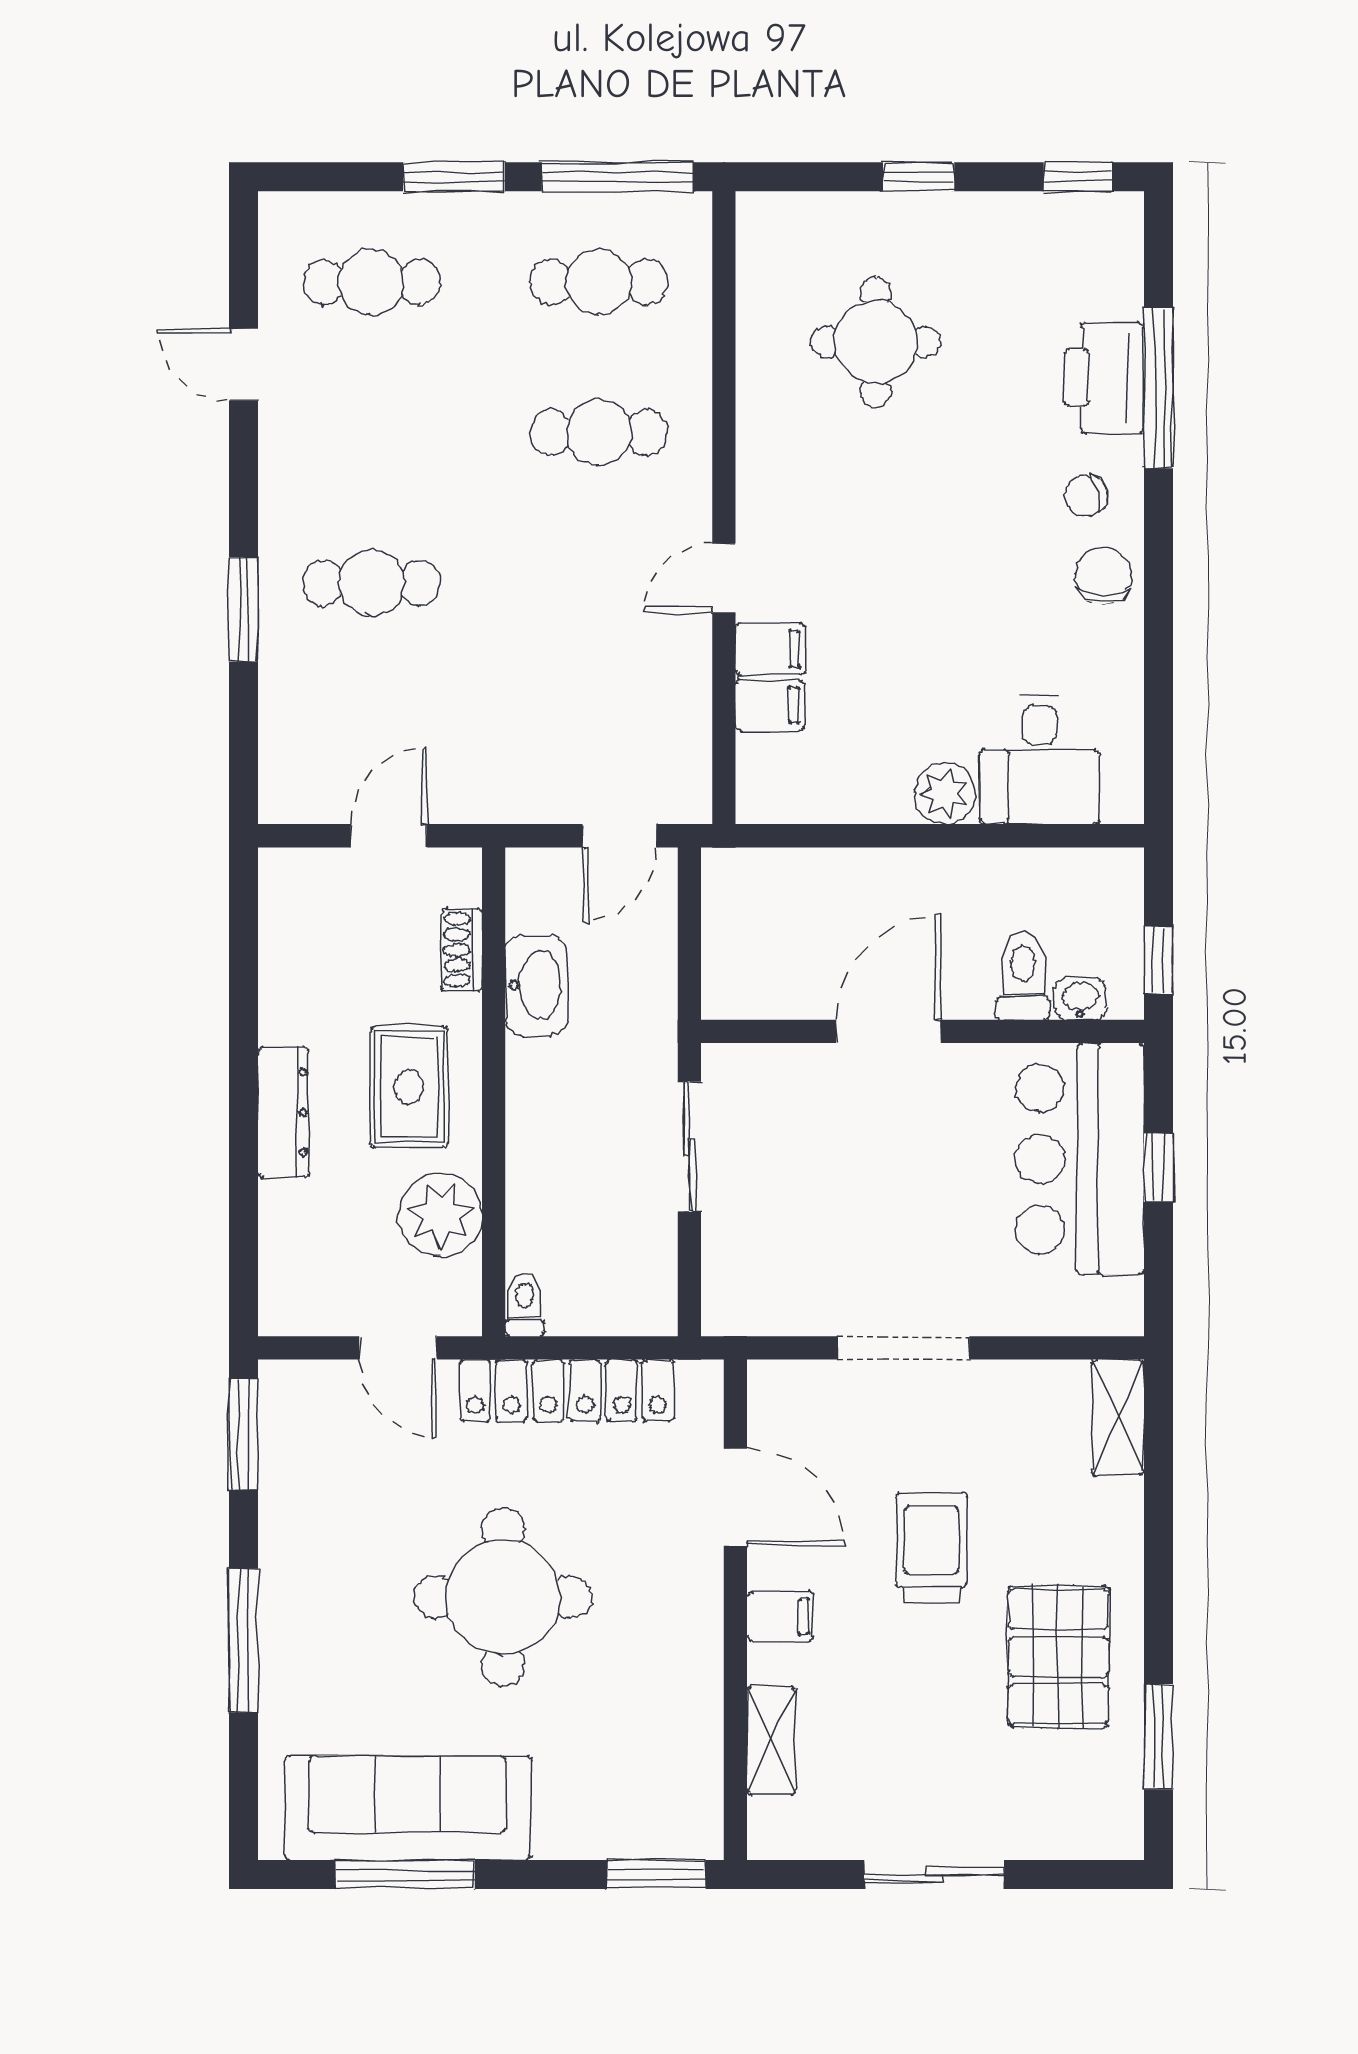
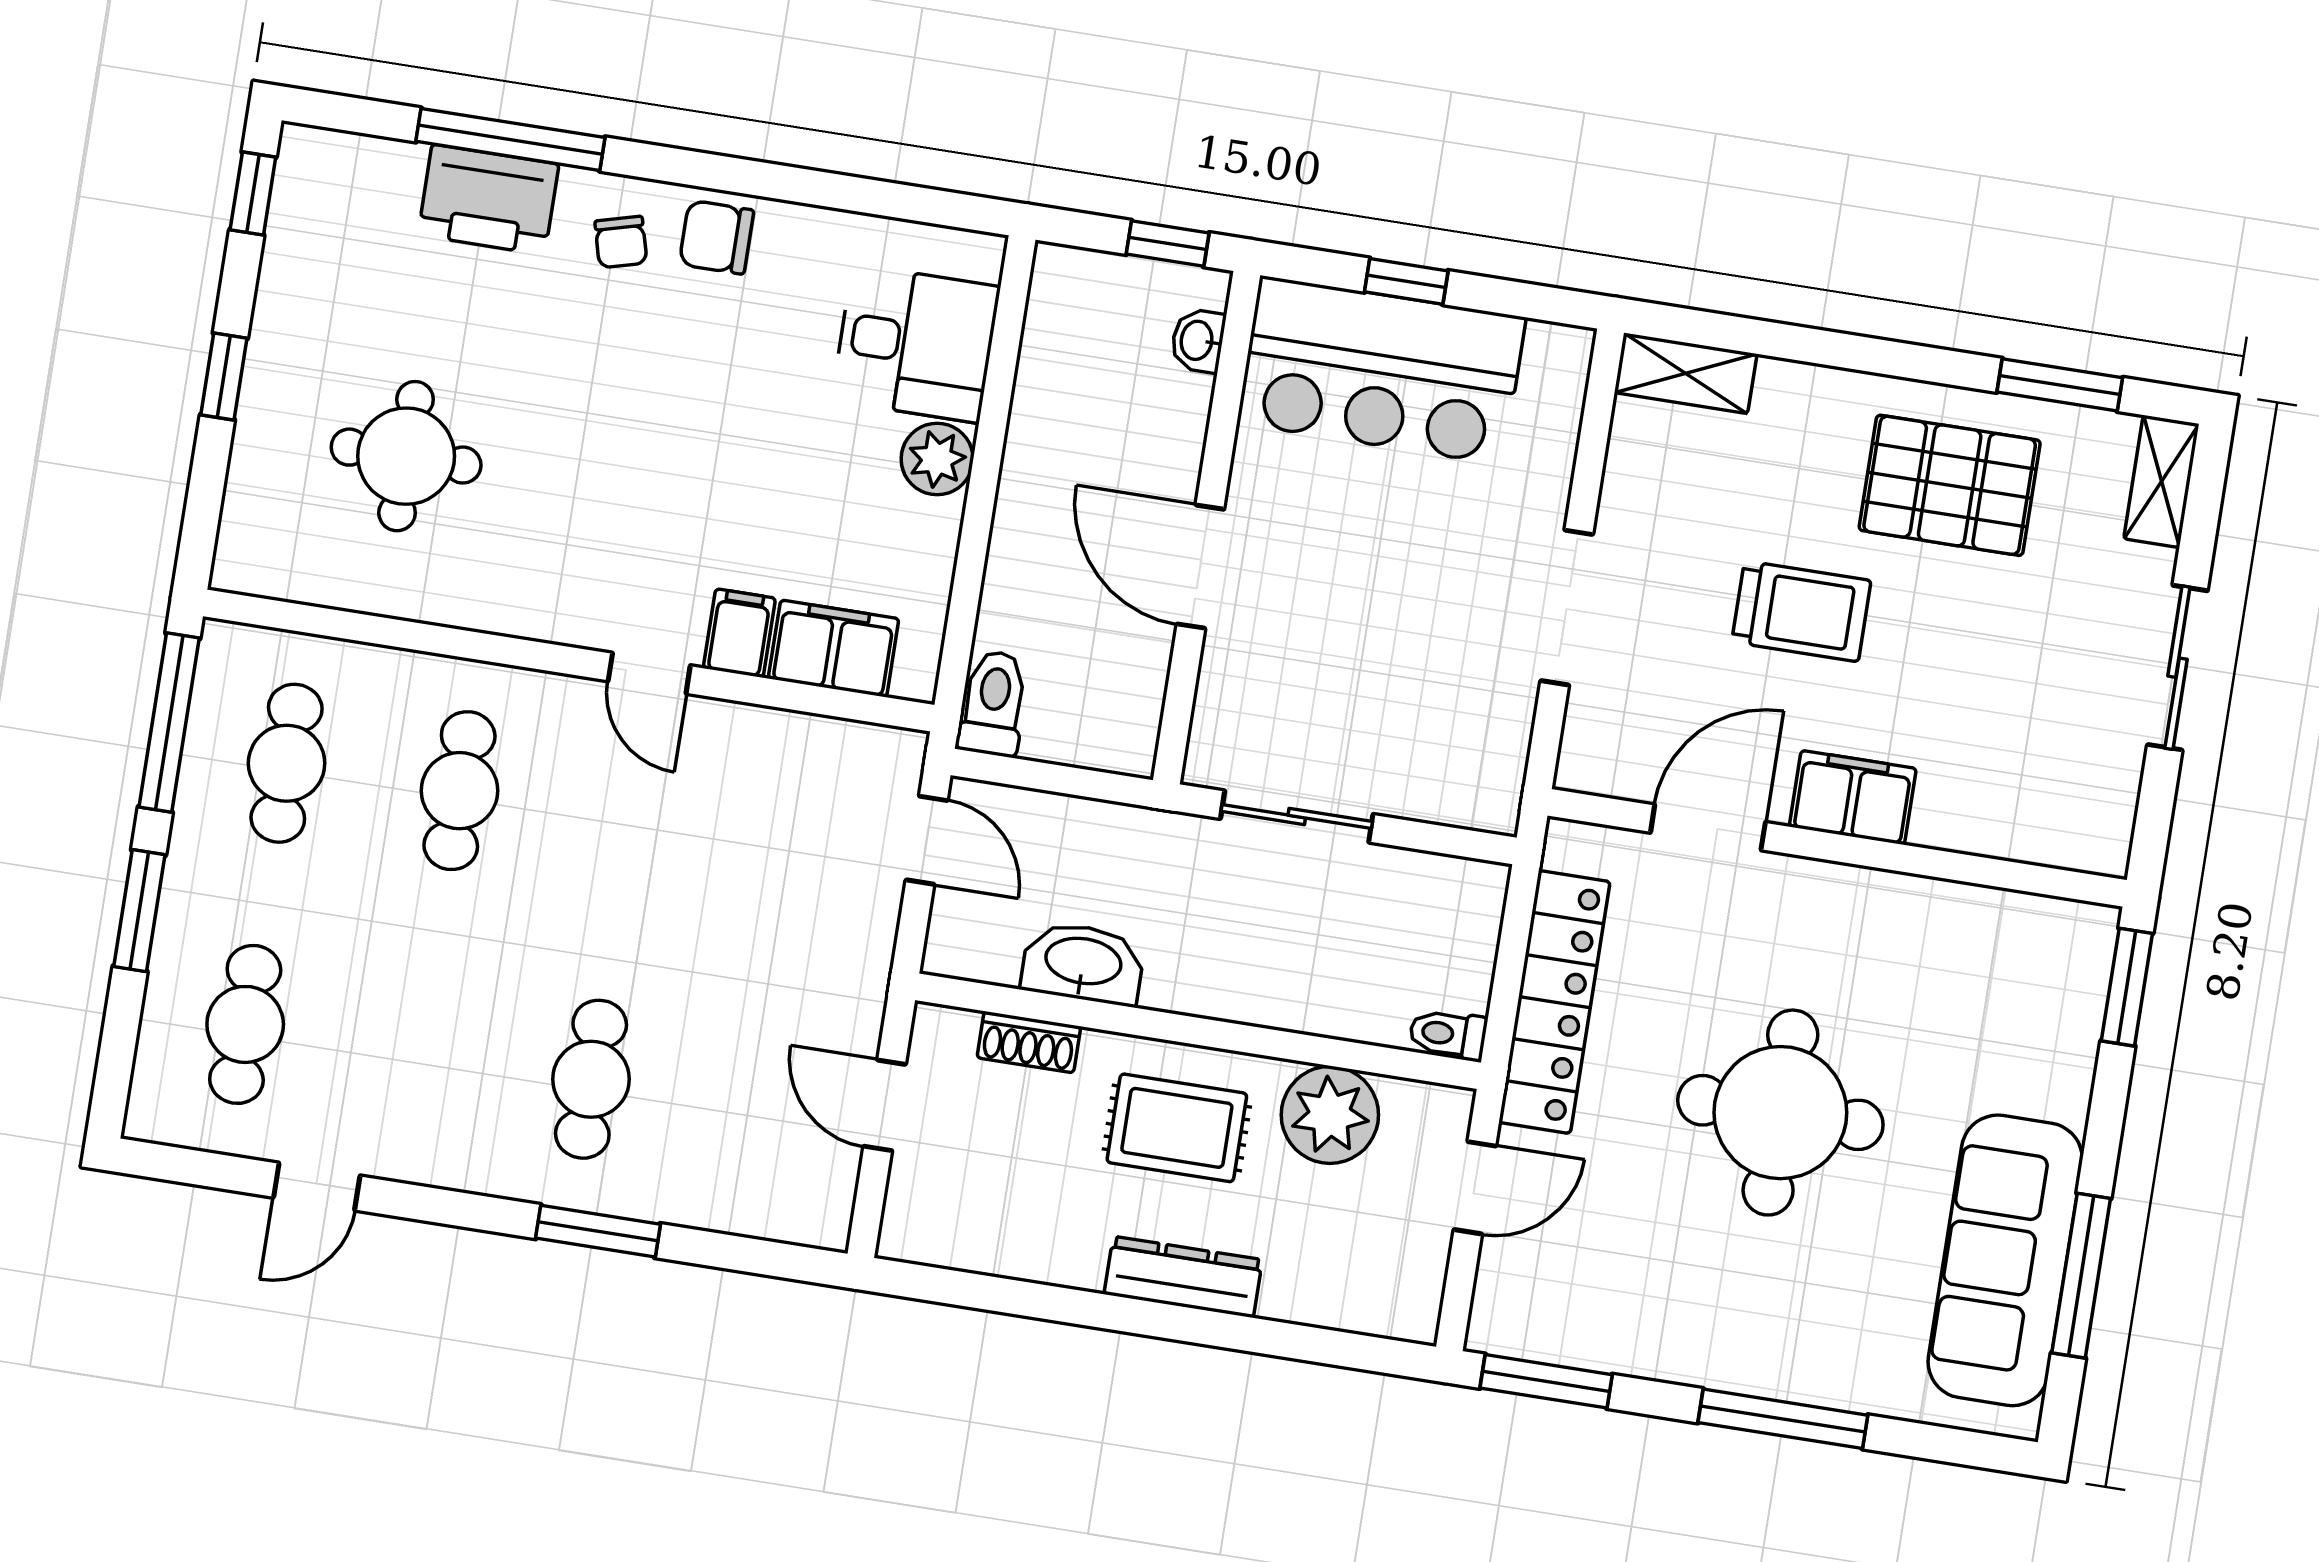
filing cabinet: (770, 705) -> (834, 649), width x2.00
toilet: (1023, 976) -> (993, 703), moved, turned 90
trolley: (932, 1548) -> (1801, 611), turned 180
filing cabinet: (780, 1616) -> (1853, 797), width x2.00
shelving: (771, 1741) -> (2161, 481), moved, turned 90

